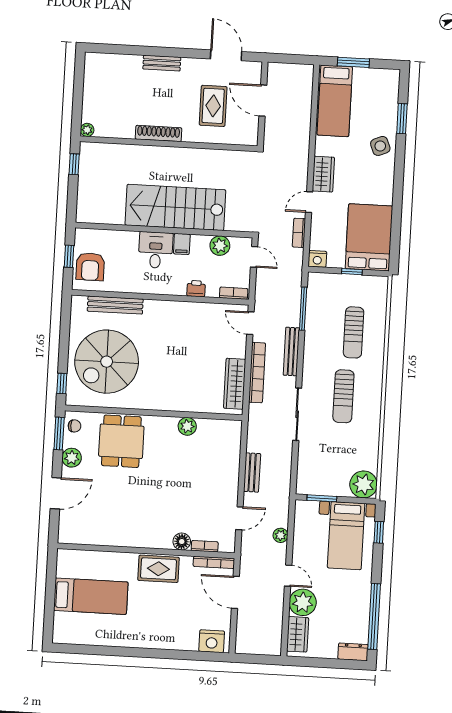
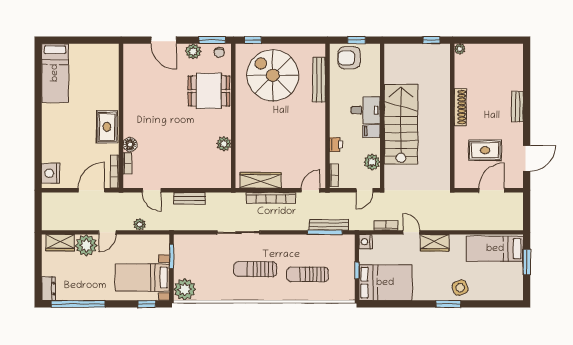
window: (402, 119) -> (448, 304), moved
bench: (291, 352) -> (329, 225), moved
bed: (91, 596) -> (55, 73), moved

